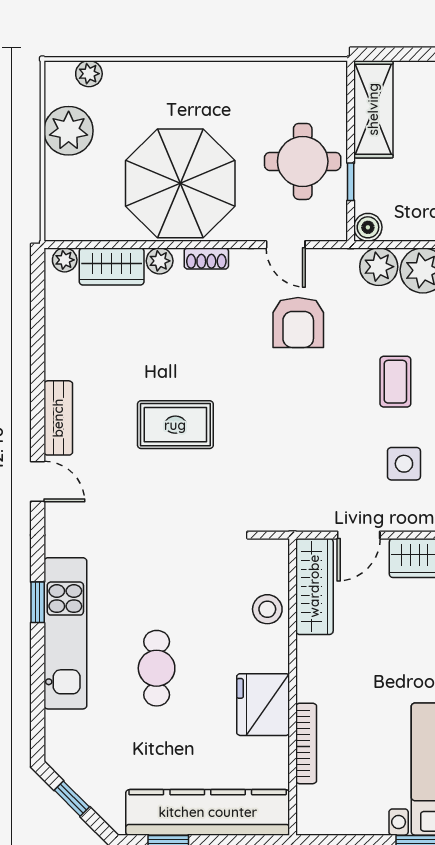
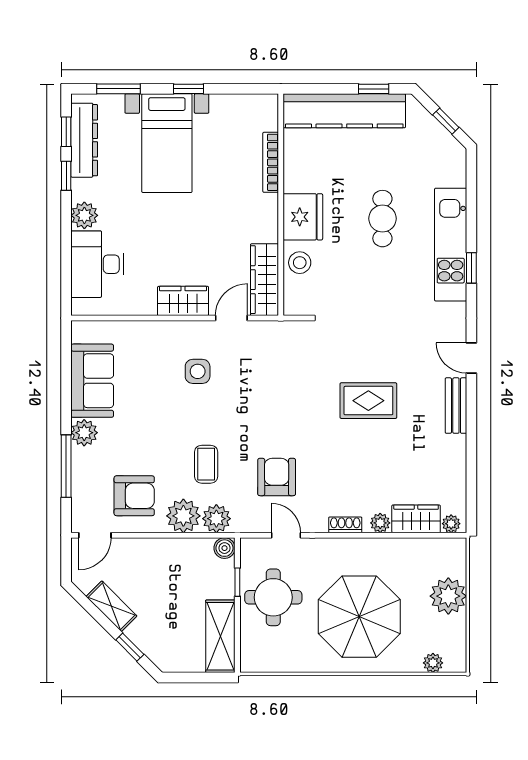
plant: (69, 131) -> (448, 596), moved
parasol: (180, 183) -> (359, 617), moved
coffee table: (395, 382) -> (206, 464), moved
fridge: (263, 705) -> (303, 217), moved

